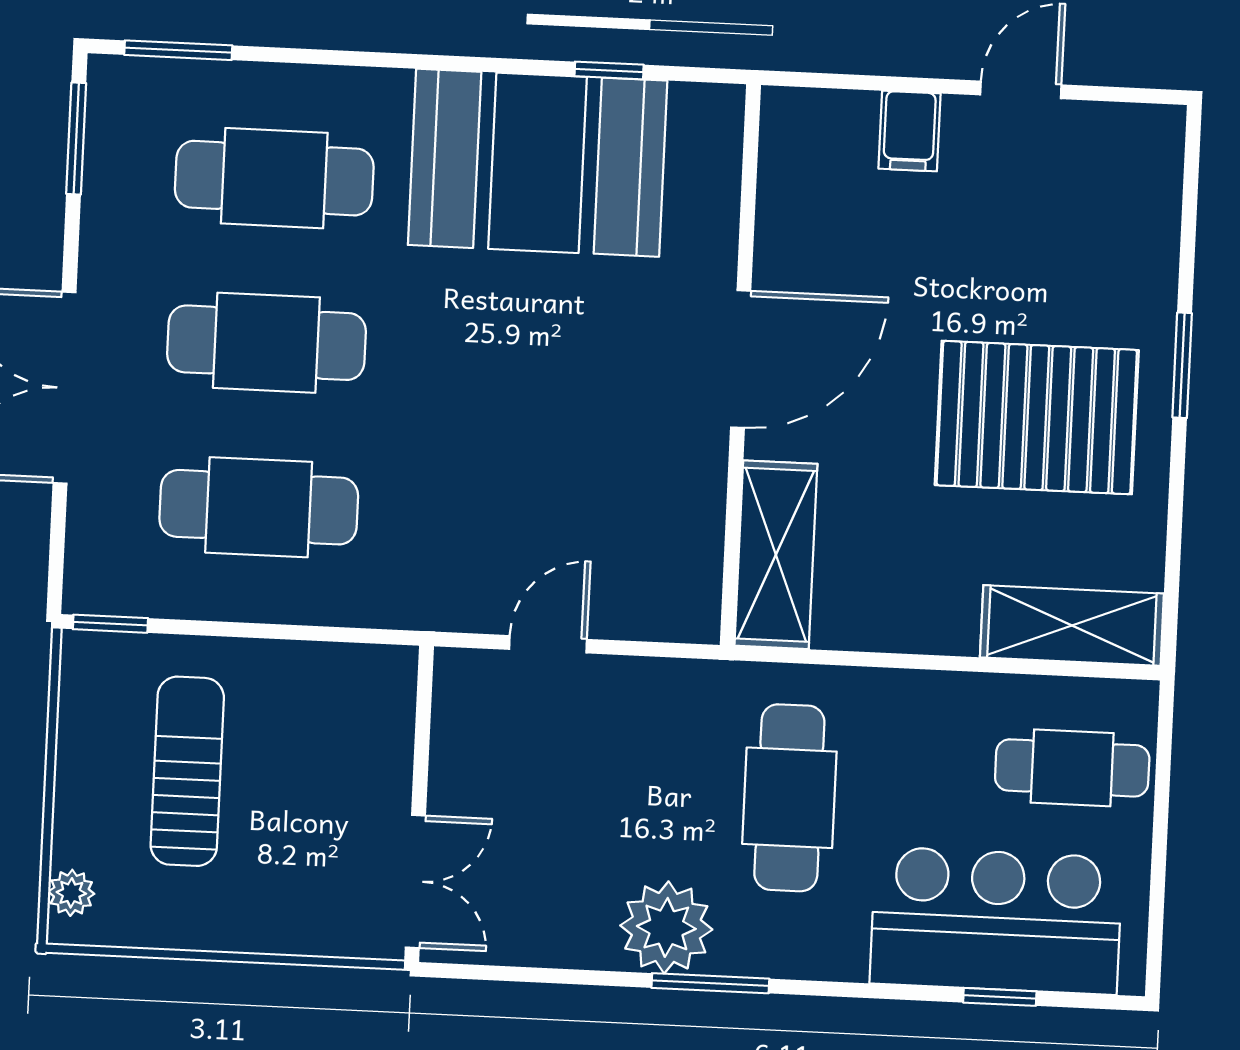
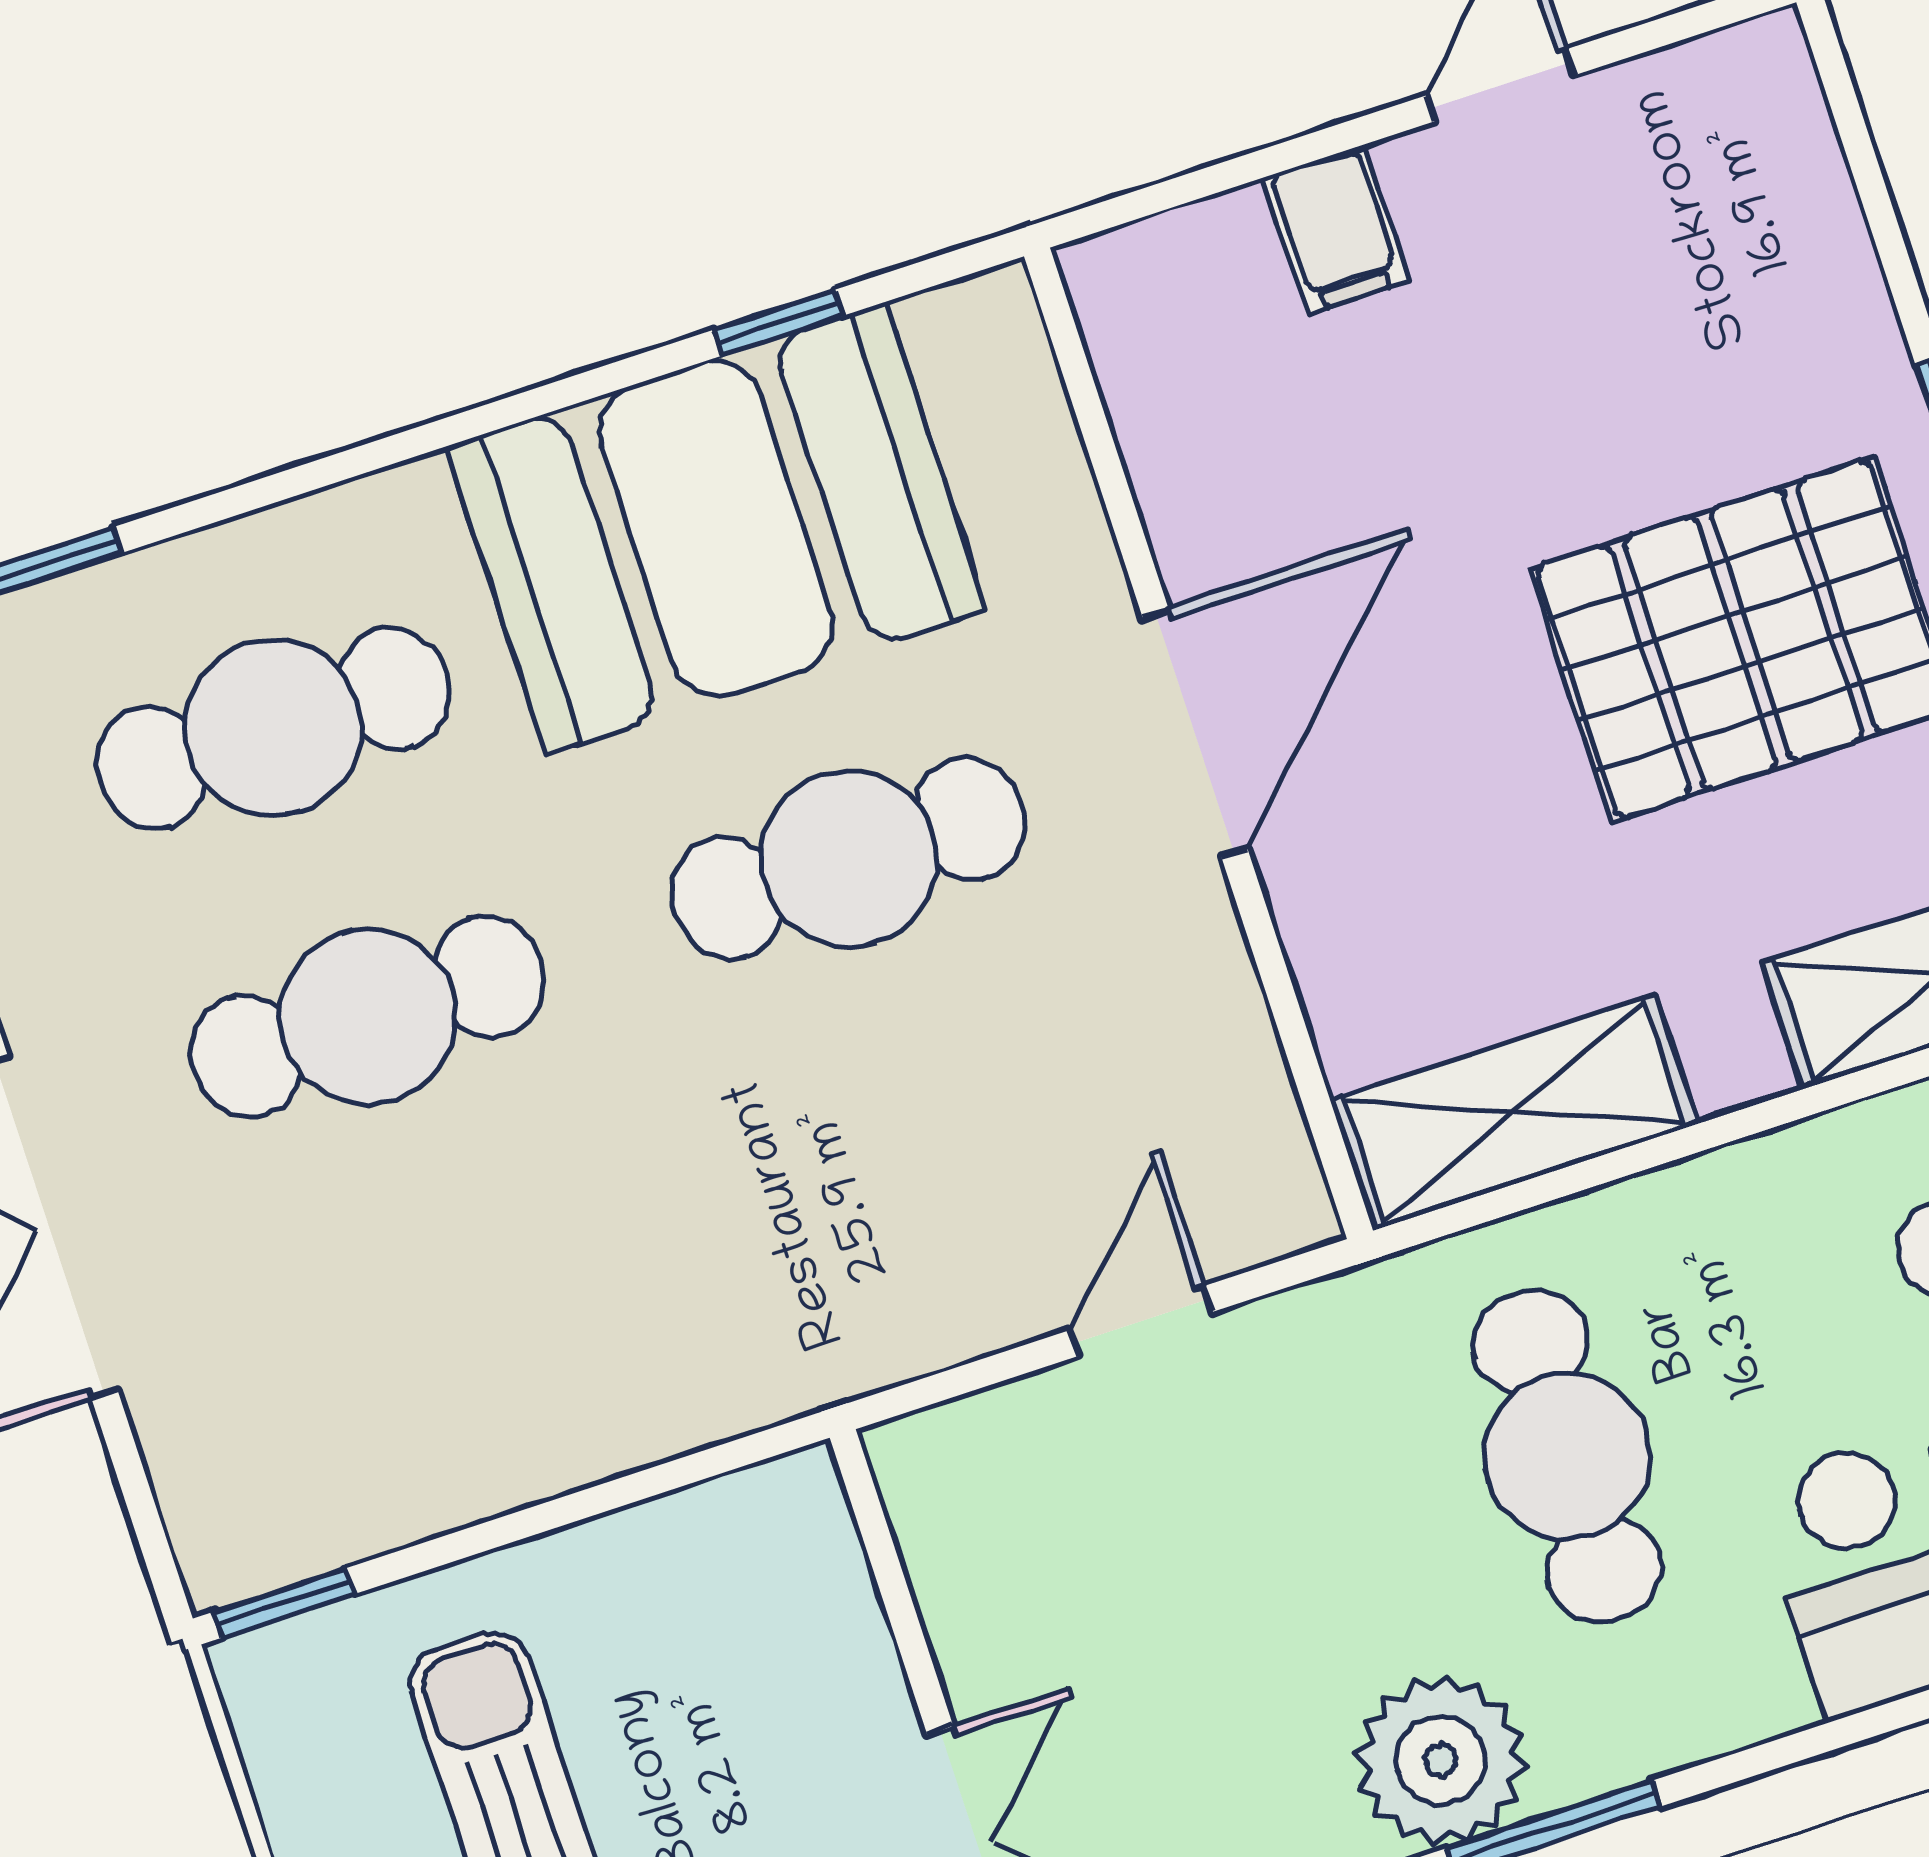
cafe table: (259, 507) -> (849, 858), moved
shelving: (776, 555) -> (1514, 1112), moved, turned 90
door: (548, 644) -> (1141, 1321), moved

